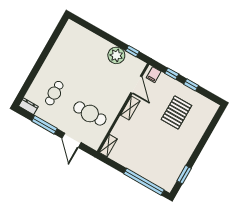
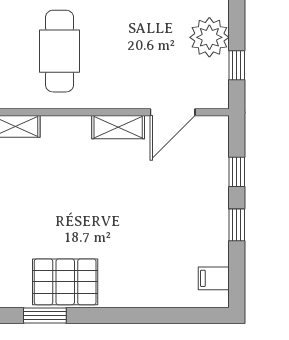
filing cabinet: (154, 75) -> (214, 278), moved
pallet: (176, 112) -> (65, 282), moved

